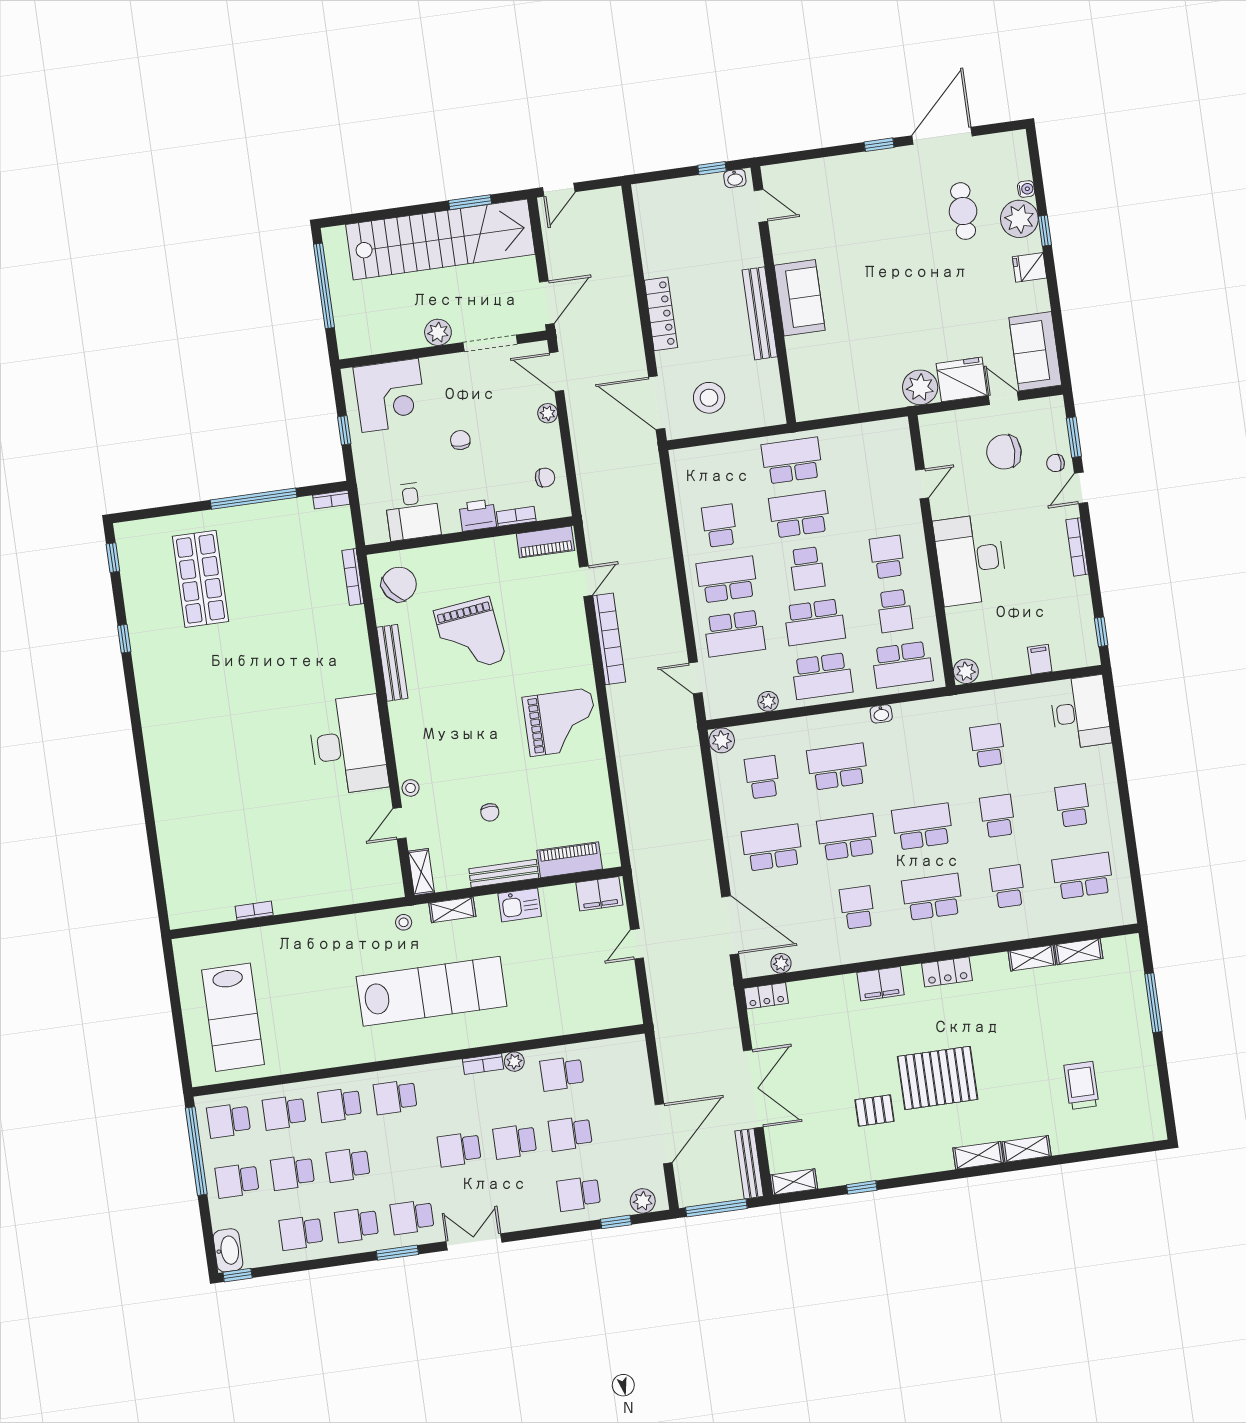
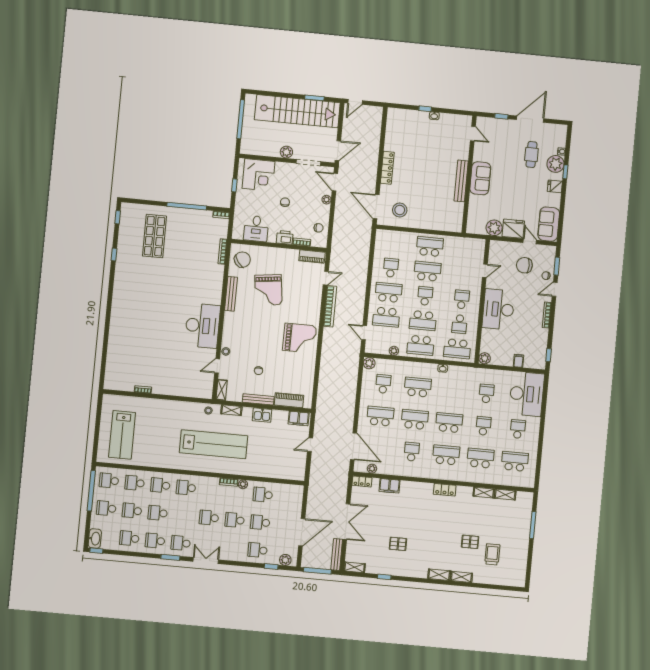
door: (761, 206) -> (473, 134), moved
wall: (773, 295) -> (469, 174), moved
sofa: (800, 298) -> (480, 178), moved
bench: (760, 313) -> (461, 181), moved
school desk: (807, 568) -> (425, 296), turned 180
desk: (1080, 712) -> (527, 394), width x1.36, depth x1.30
school desk: (1007, 886) -> (480, 458), width x1.85
filing cabinet: (881, 984) -> (389, 486), moved
pallet: (938, 1078) -> (470, 542), moved, width x0.49, depth x0.50

